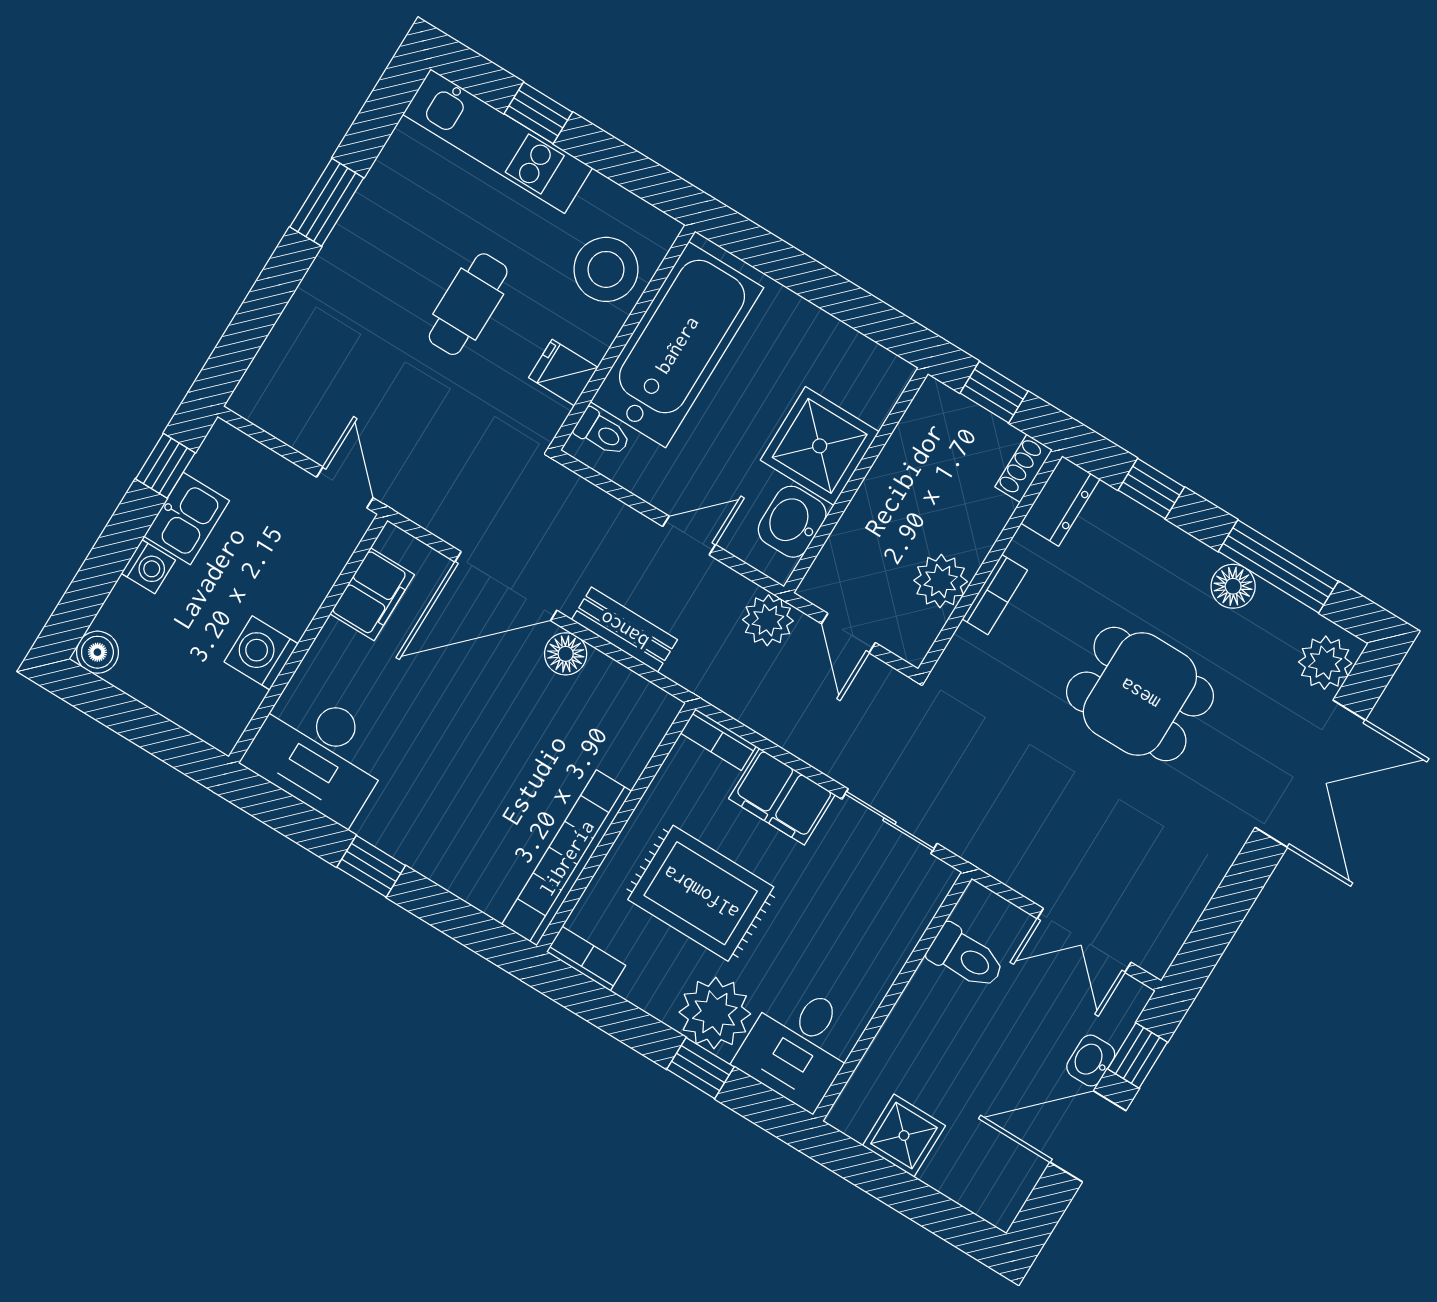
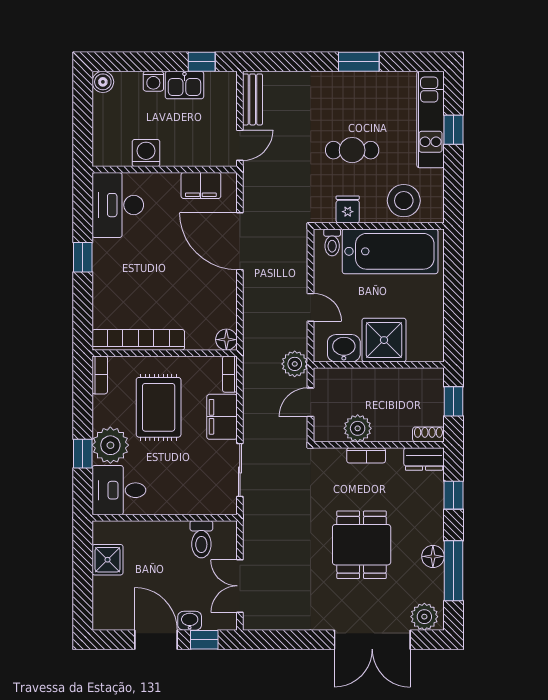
bench: (624, 630) -> (253, 99), moved
floor lamp: (566, 654) -> (226, 340), moved

